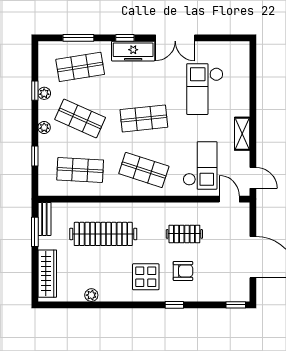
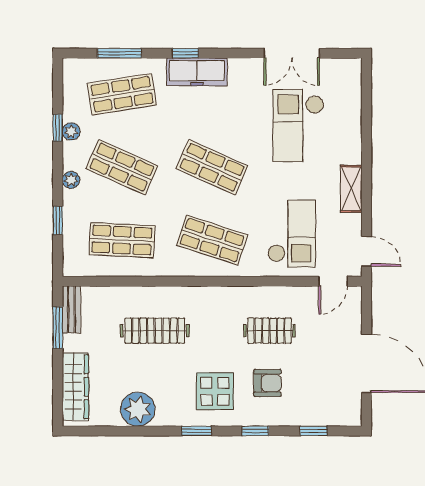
double door: (175, 38) -> (292, 53), moved
shop shelf: (144, 118) -> (212, 167), turned 30
door: (229, 199) -> (333, 281), swing flipped
clothes rail: (103, 234) -> (155, 331), width x0.73, depth x0.76
plant: (91, 295) -> (138, 409), width x1.88, depth x1.88
window: (133, 305) -> (196, 431), added
window: (236, 305) -> (314, 431), moved

